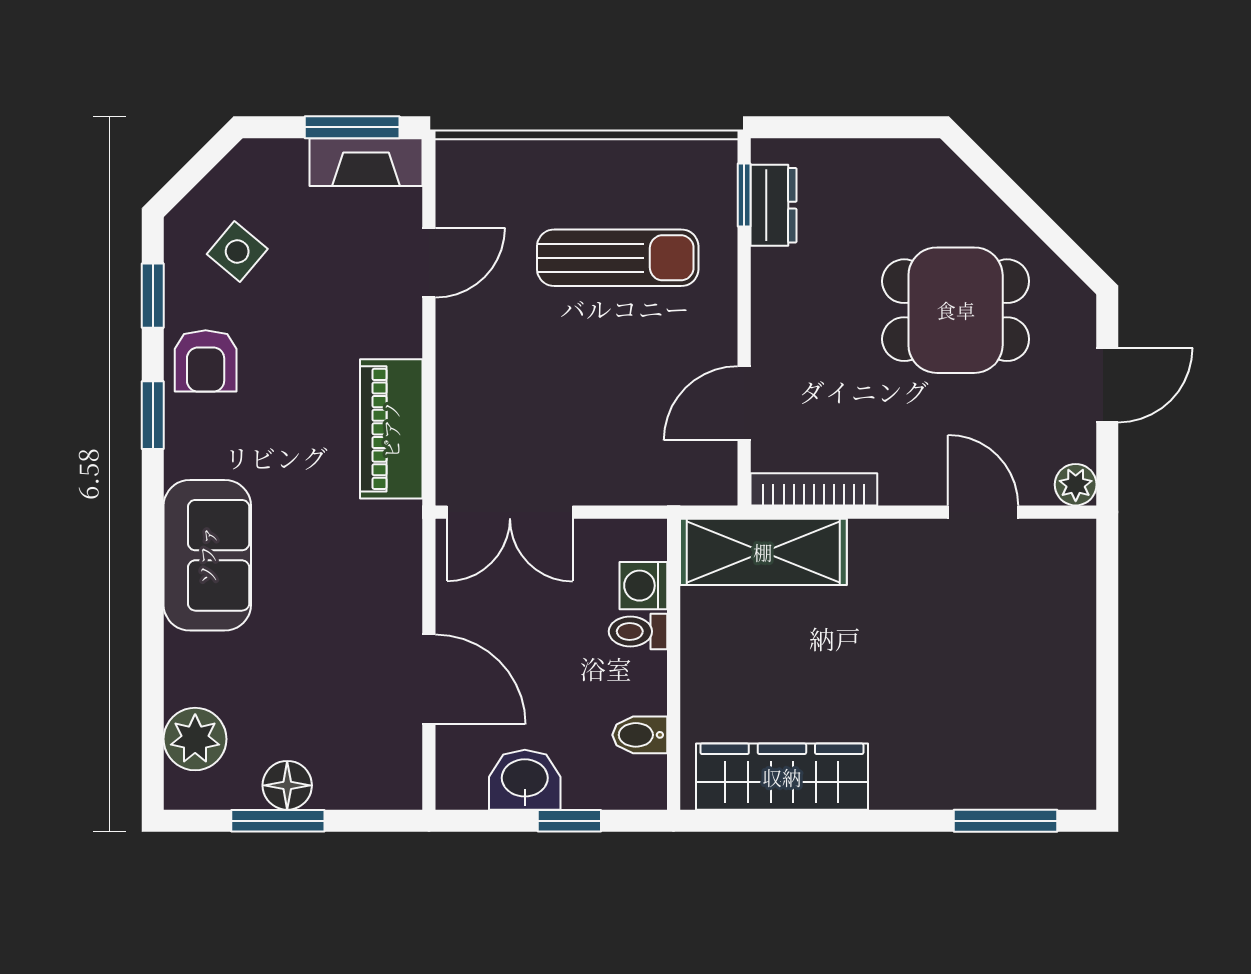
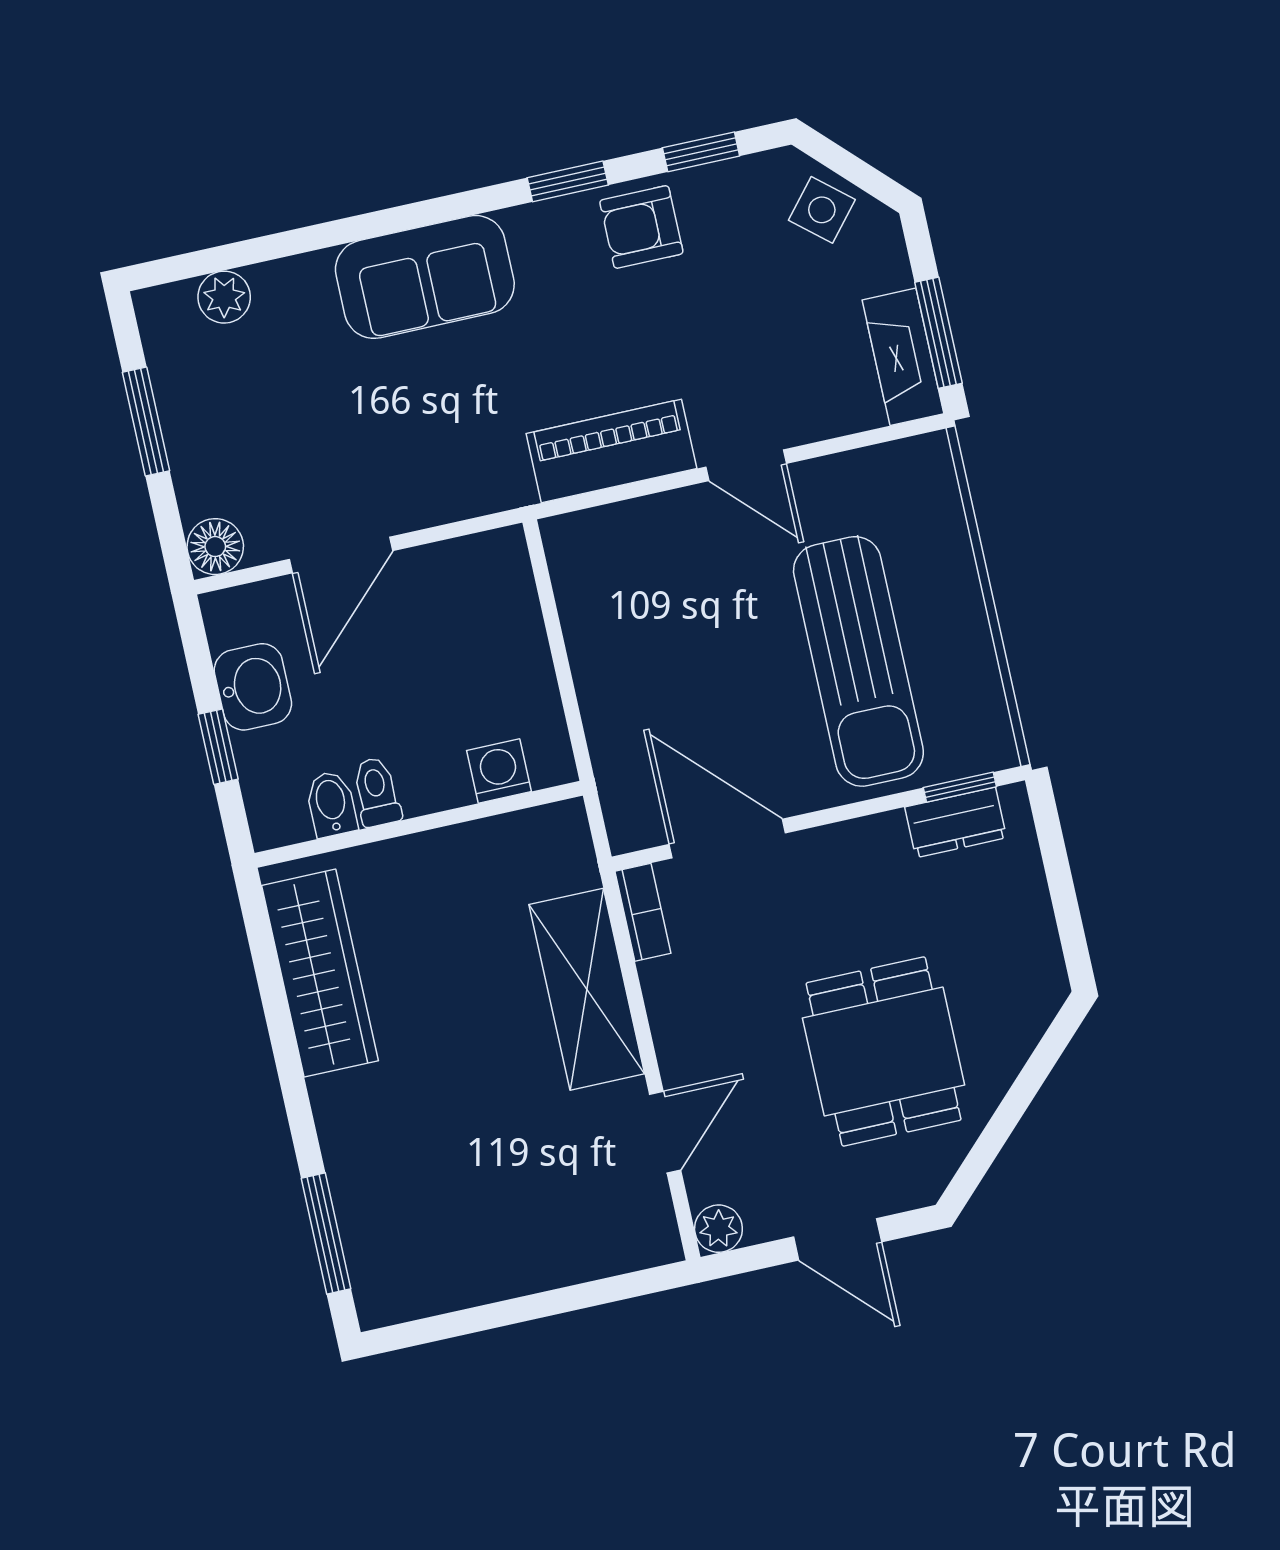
side table: (237, 251) -> (822, 210), moved
sun lounger: (618, 258) -> (858, 661), width x1.36, depth x1.34
door: (429, 263) -> (746, 465), moved
door: (744, 403) -> (727, 839), width x1.38
bookcase: (814, 489) -> (643, 912), width x0.64
double door: (510, 512) -> (548, 604), removed
shelving: (763, 552) -> (587, 989), moved
toilet: (638, 631) -> (377, 792), moved
plant: (195, 739) -> (224, 297), width x0.73, depth x0.73
floor lamp: (287, 785) -> (215, 547), moved

